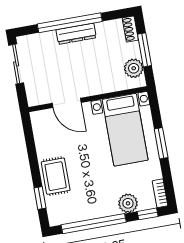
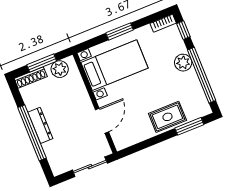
shoe rack: (130, 29) -> (31, 77), width x1.43
sliding door: (16, 64) -> (90, 167), moved
window: (40, 198) -> (189, 126), width x1.50
plant: (128, 203) -> (183, 63), moved

